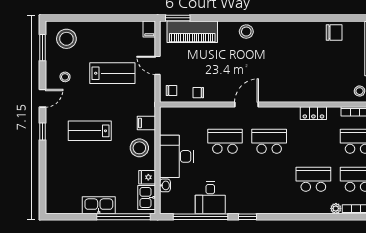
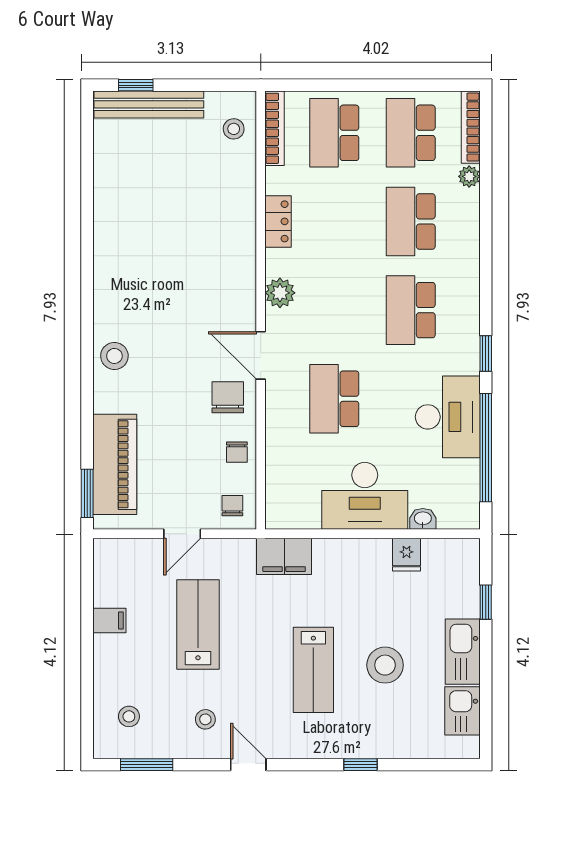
filing cabinet: (149, 29) -> (109, 620), moved
chair: (334, 33) -> (228, 397), moved
stool: (66, 39) -> (129, 716), width x0.53, depth x0.53
plant: (278, 114) -> (280, 293), added
filing cabinet: (146, 123) -> (284, 556), width x2.00
window: (42, 131) -> (361, 765), moved
school desk: (269, 141) -> (411, 310), moved
stool: (139, 148) -> (385, 665), moved
kitchen sink: (147, 197) -> (462, 711), moved, turned 90
desk: (210, 198) -> (448, 417), width x1.37
window: (123, 217) -> (486, 602), width x0.32

